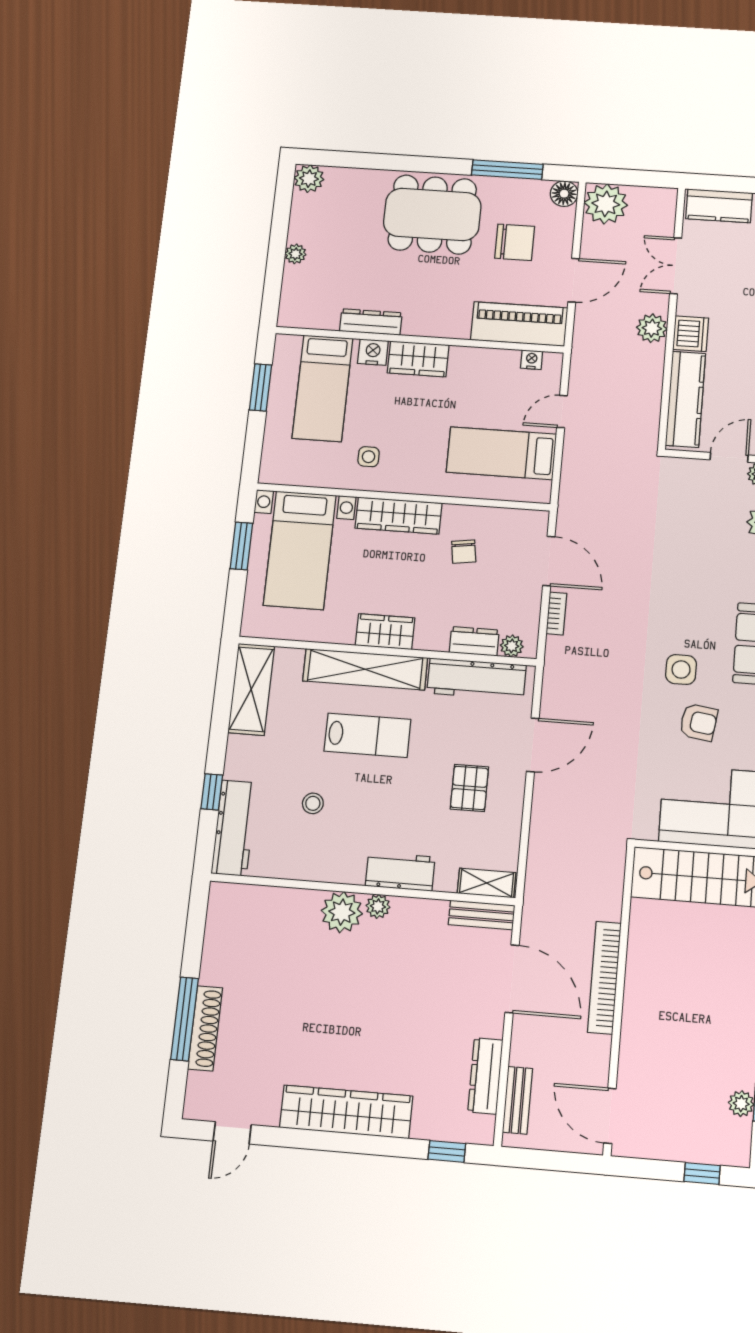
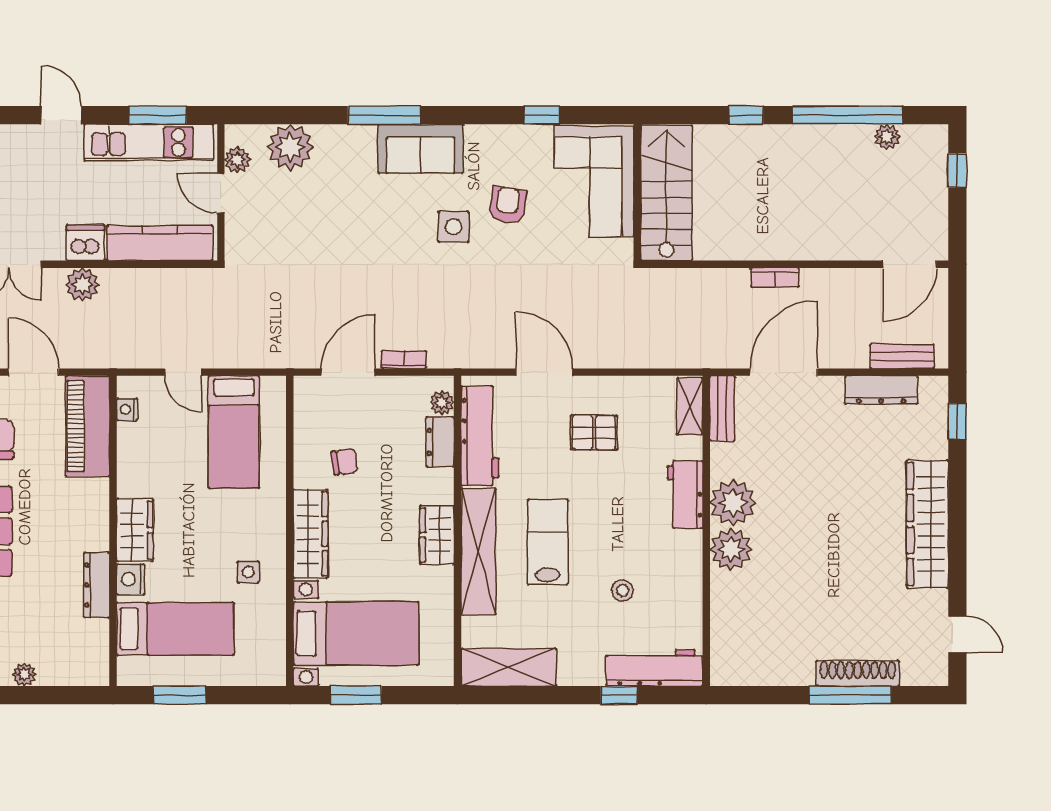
plant: (378, 906) -> (733, 503), width x1.88, depth x1.88
bookcase: (604, 978) -> (775, 277), width x0.43, depth x0.76

